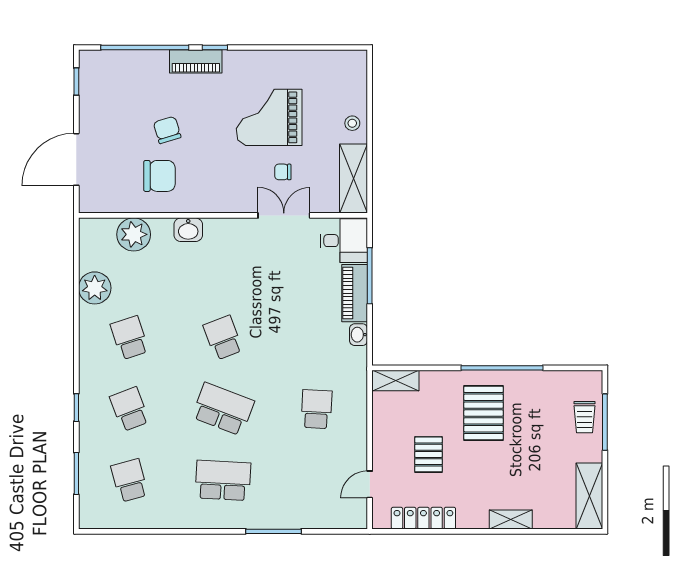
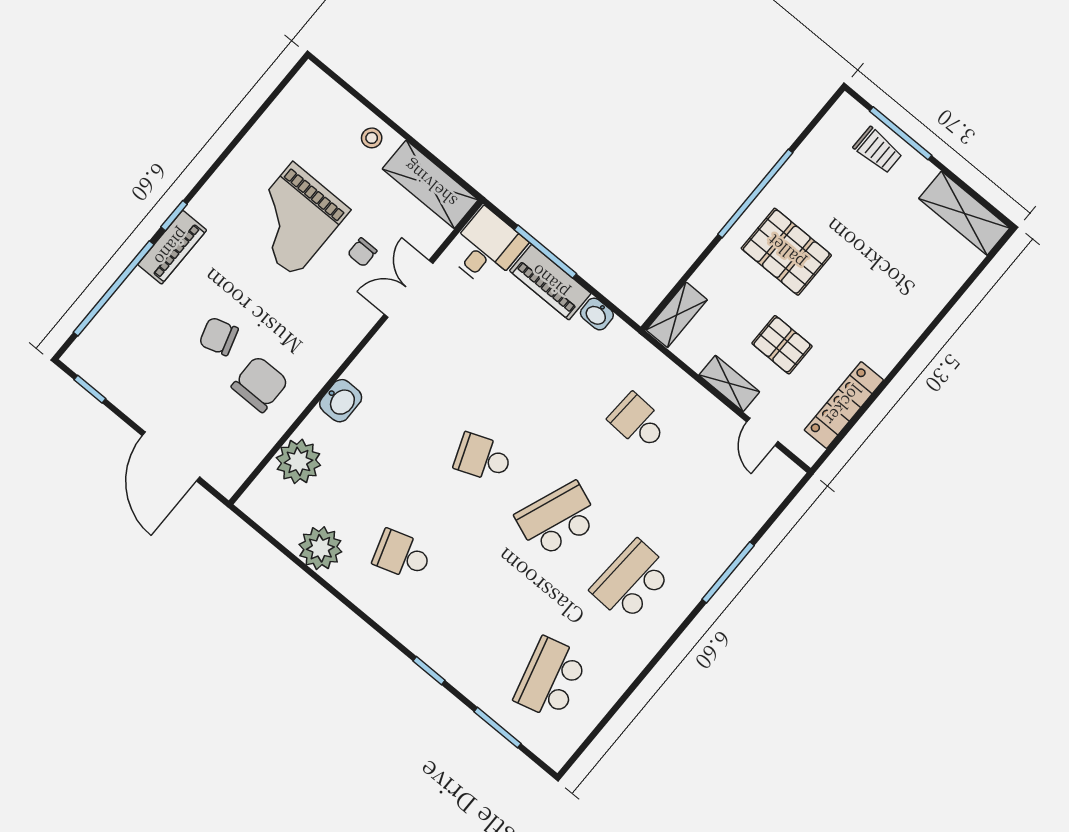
school desk: (129, 409) -> (477, 617), removed
school desk: (129, 480) -> (551, 678), width x1.85
shelving: (511, 519) -> (729, 383), moved, turned 90

